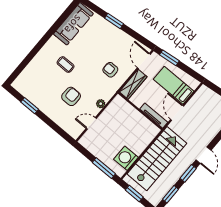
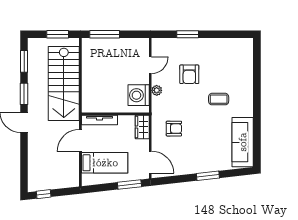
wardrobe: (133, 84) -> (142, 127), width x0.67
window: (30, 106) -> (188, 34), moved
door: (177, 113) -> (80, 141), swing flipped
washing machine: (126, 158) -> (139, 95), moved, turned 180

